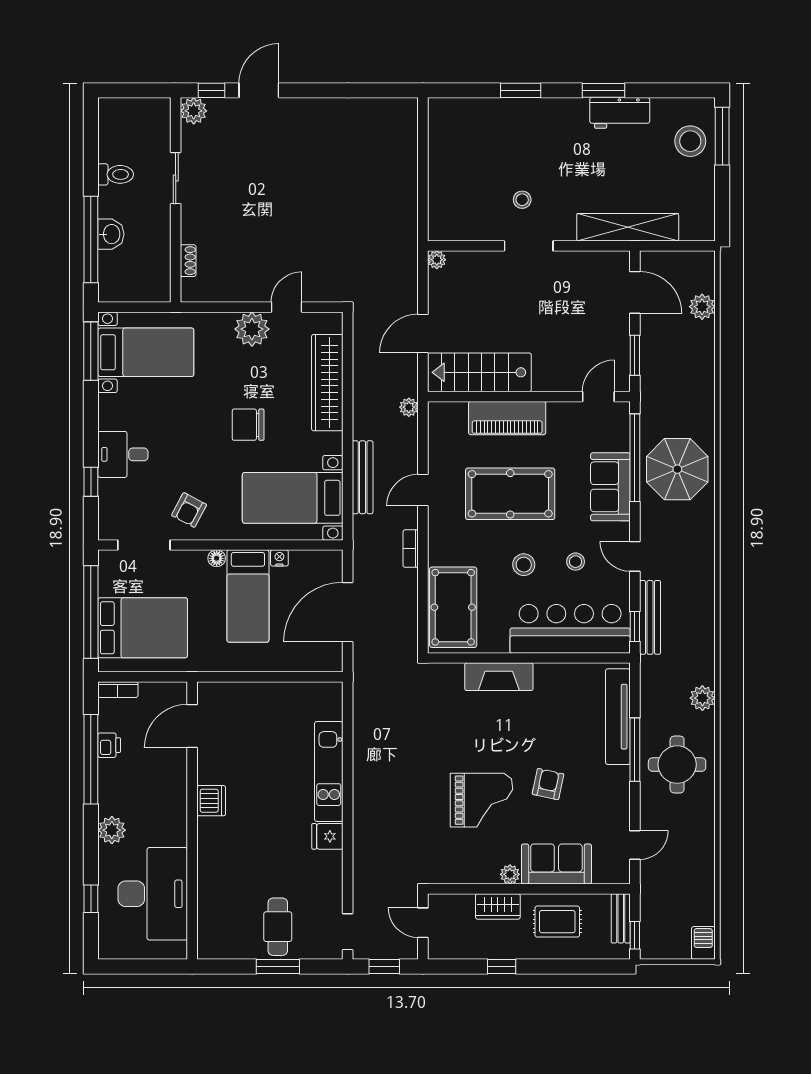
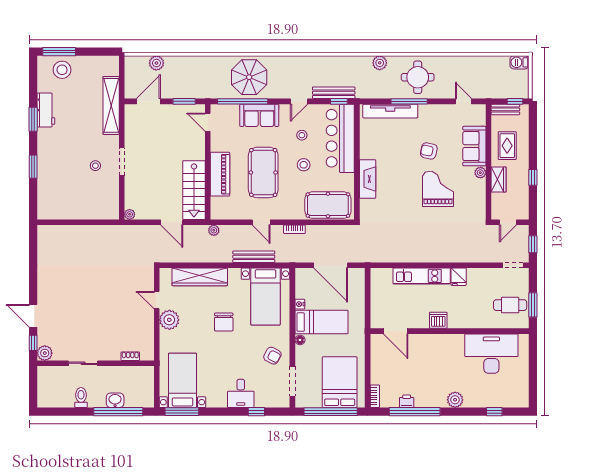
door: (192, 726) -> (396, 331), moved
dishwasher: (211, 801) -> (438, 320), moved
wall: (192, 821) -> (450, 331), moved
desk: (153, 894) -> (491, 354), moved

